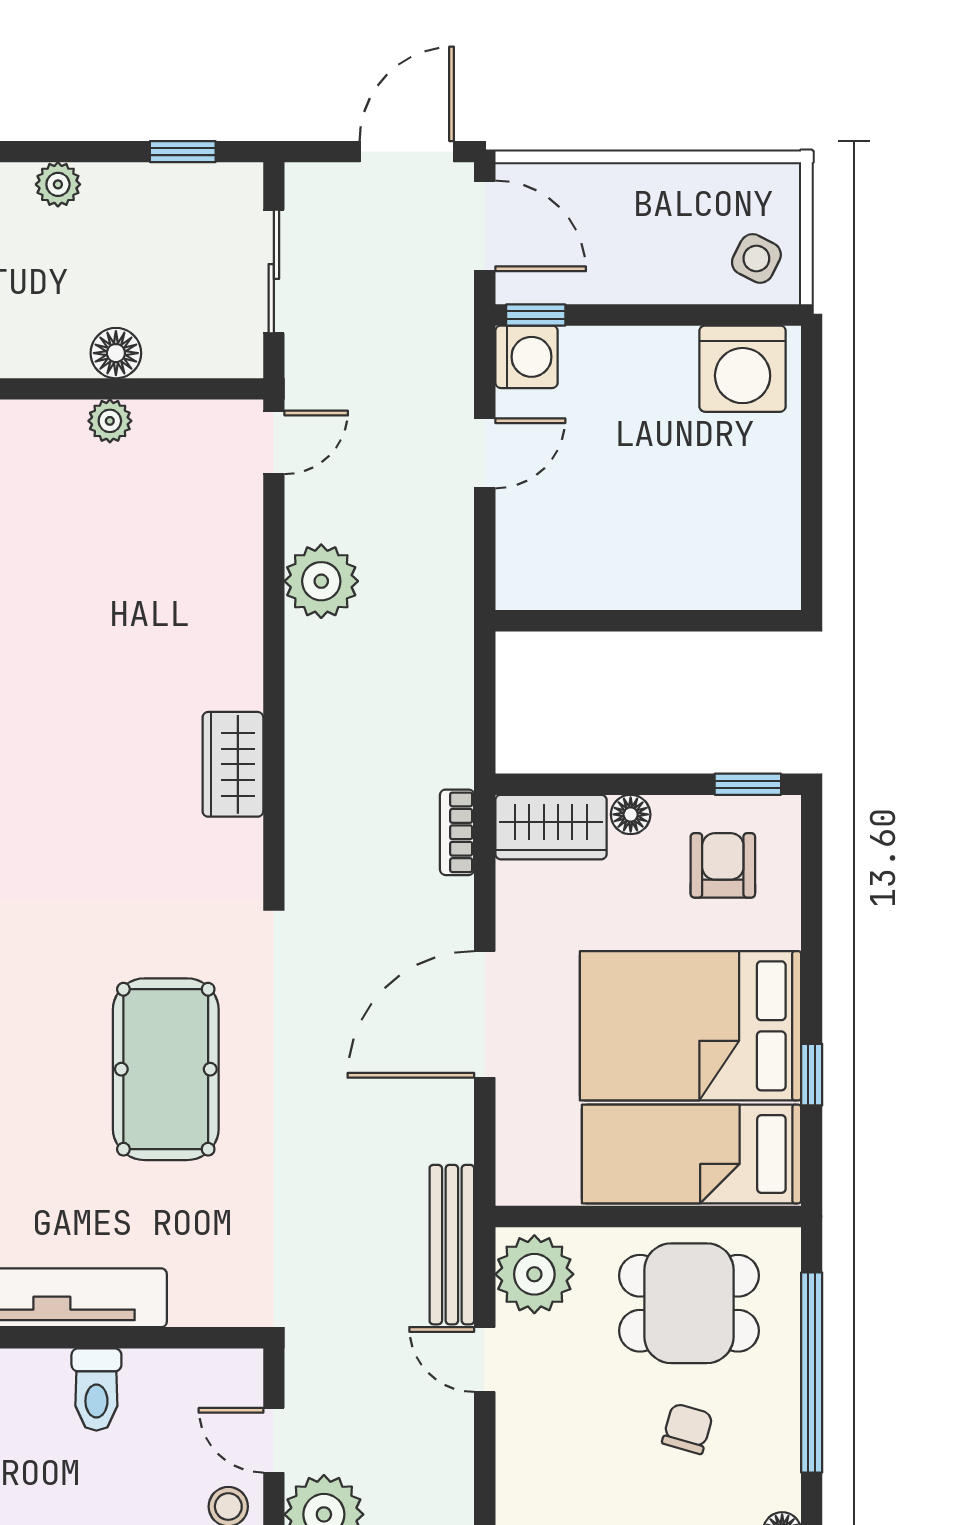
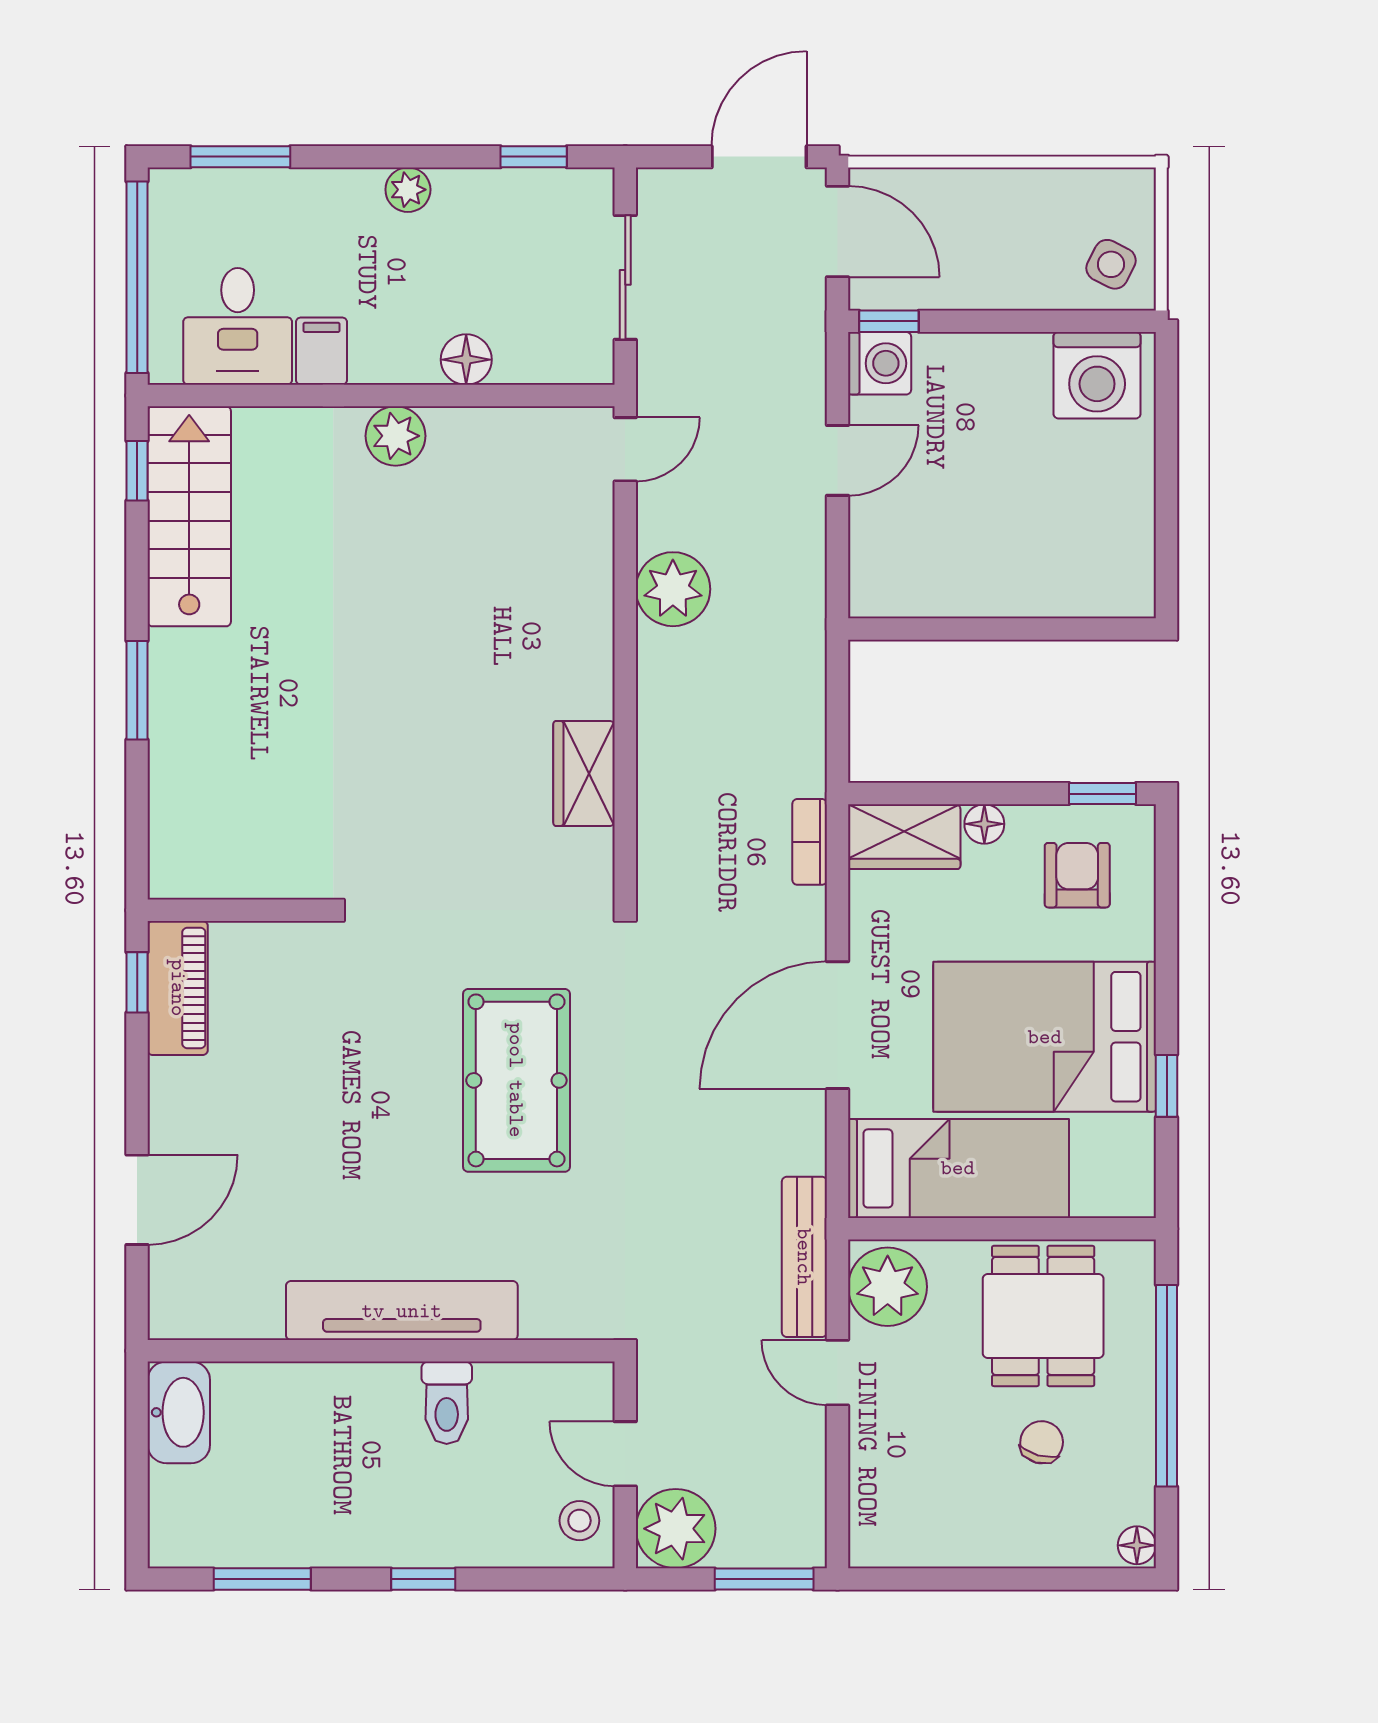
plant: (110, 421) -> (396, 436), moved, width x1.38, depth x1.38
bed: (691, 1154) -> (958, 1168), moved, turned 180
dining table: (689, 1303) -> (1043, 1316), turned 90

